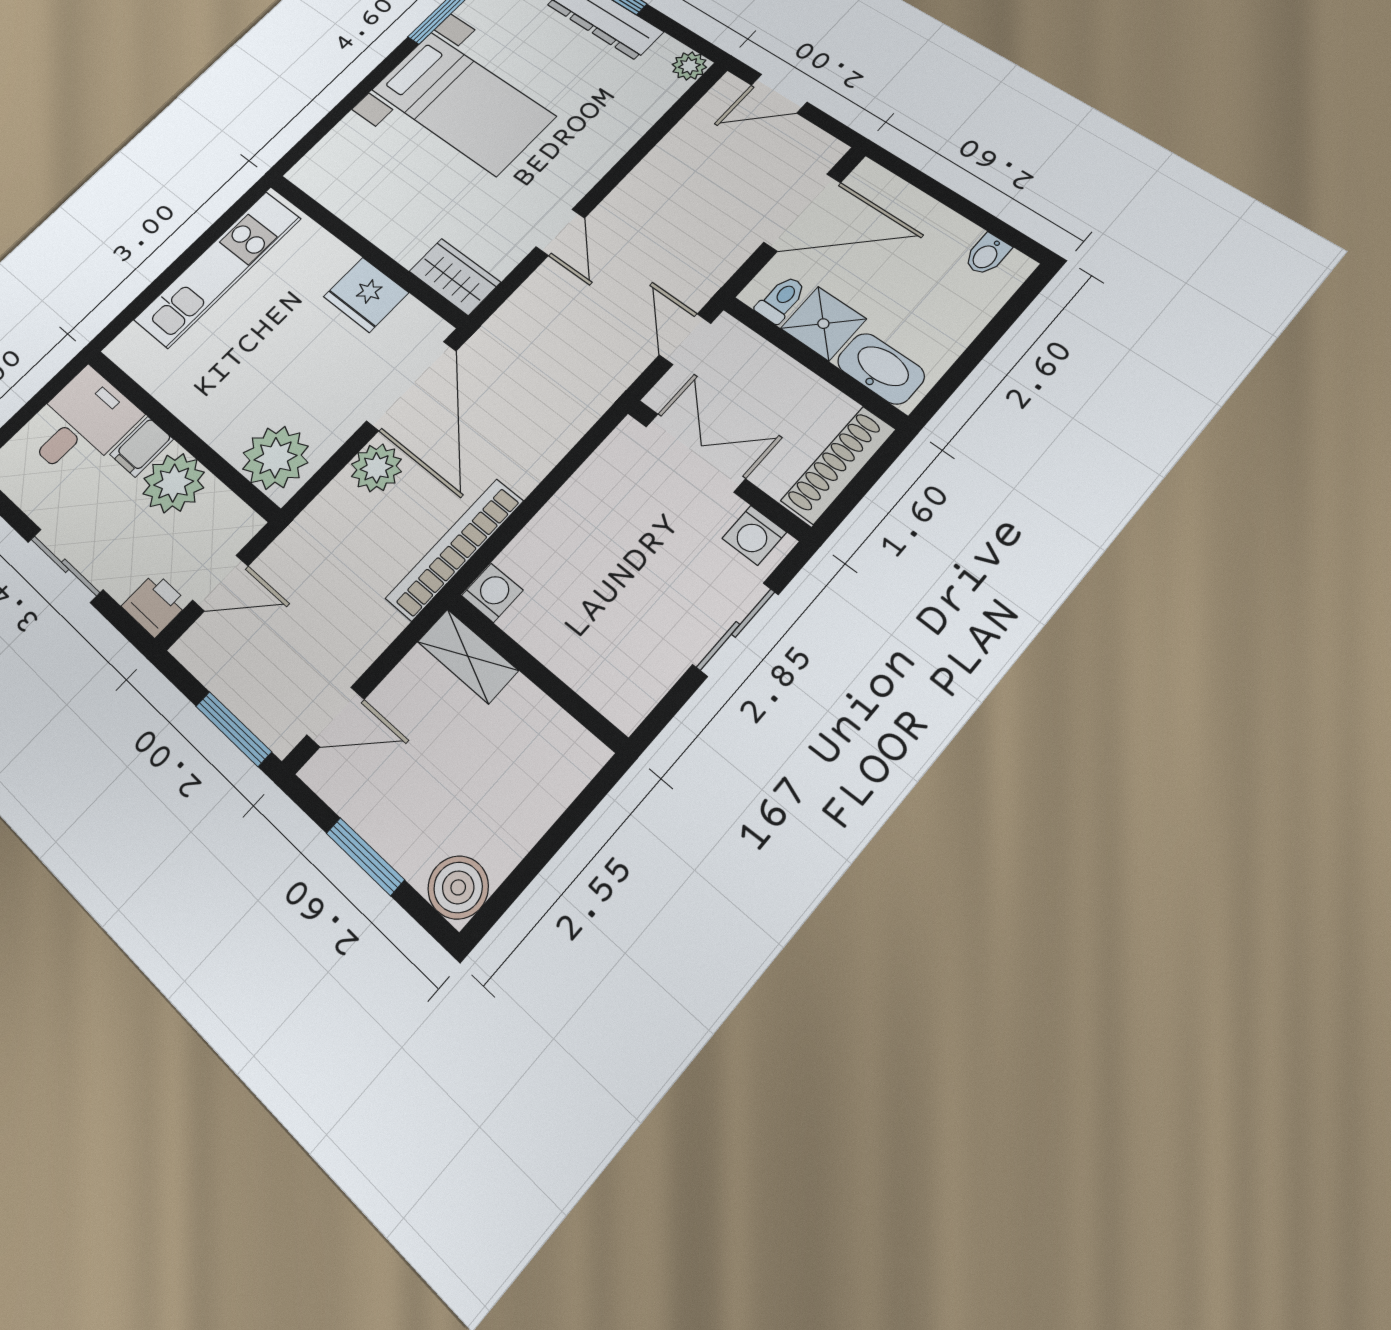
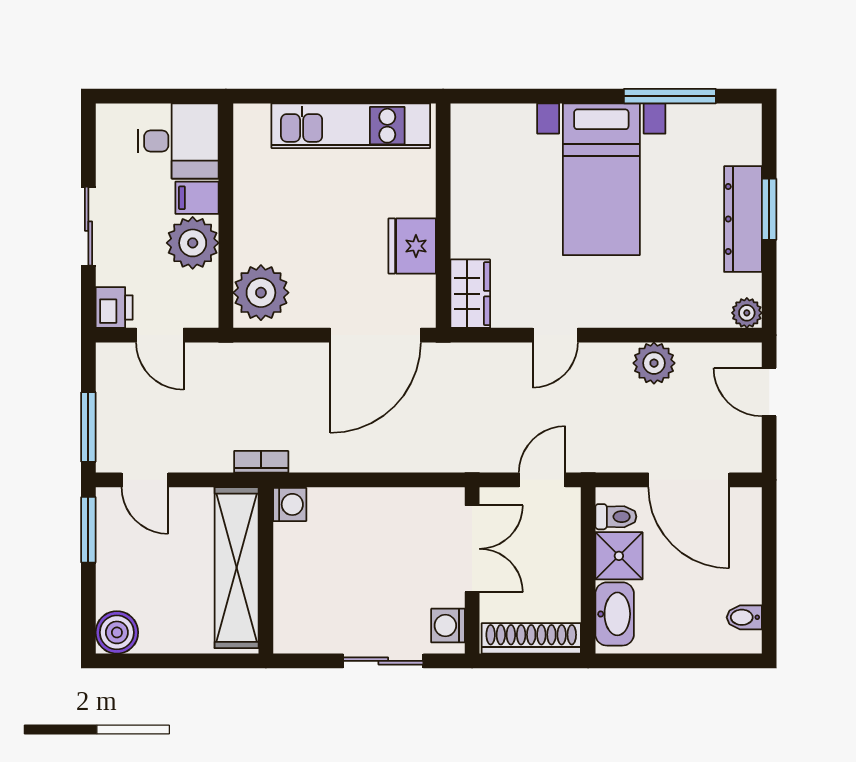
plant: (376, 468) -> (654, 363), moved
bookcase: (455, 549) -> (261, 462), width x0.43, depth x0.76
shelving: (468, 656) -> (237, 568), width x2.20, depth x1.33
window: (365, 856) -> (88, 530), moved

